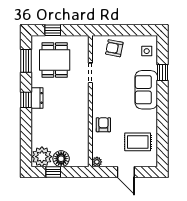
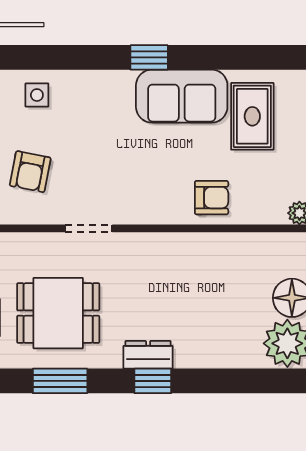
window: (163, 72) -> (149, 57), moved
sofa: (146, 90) -> (182, 96), moved
armchair: (103, 125) -> (212, 198), turned 180

